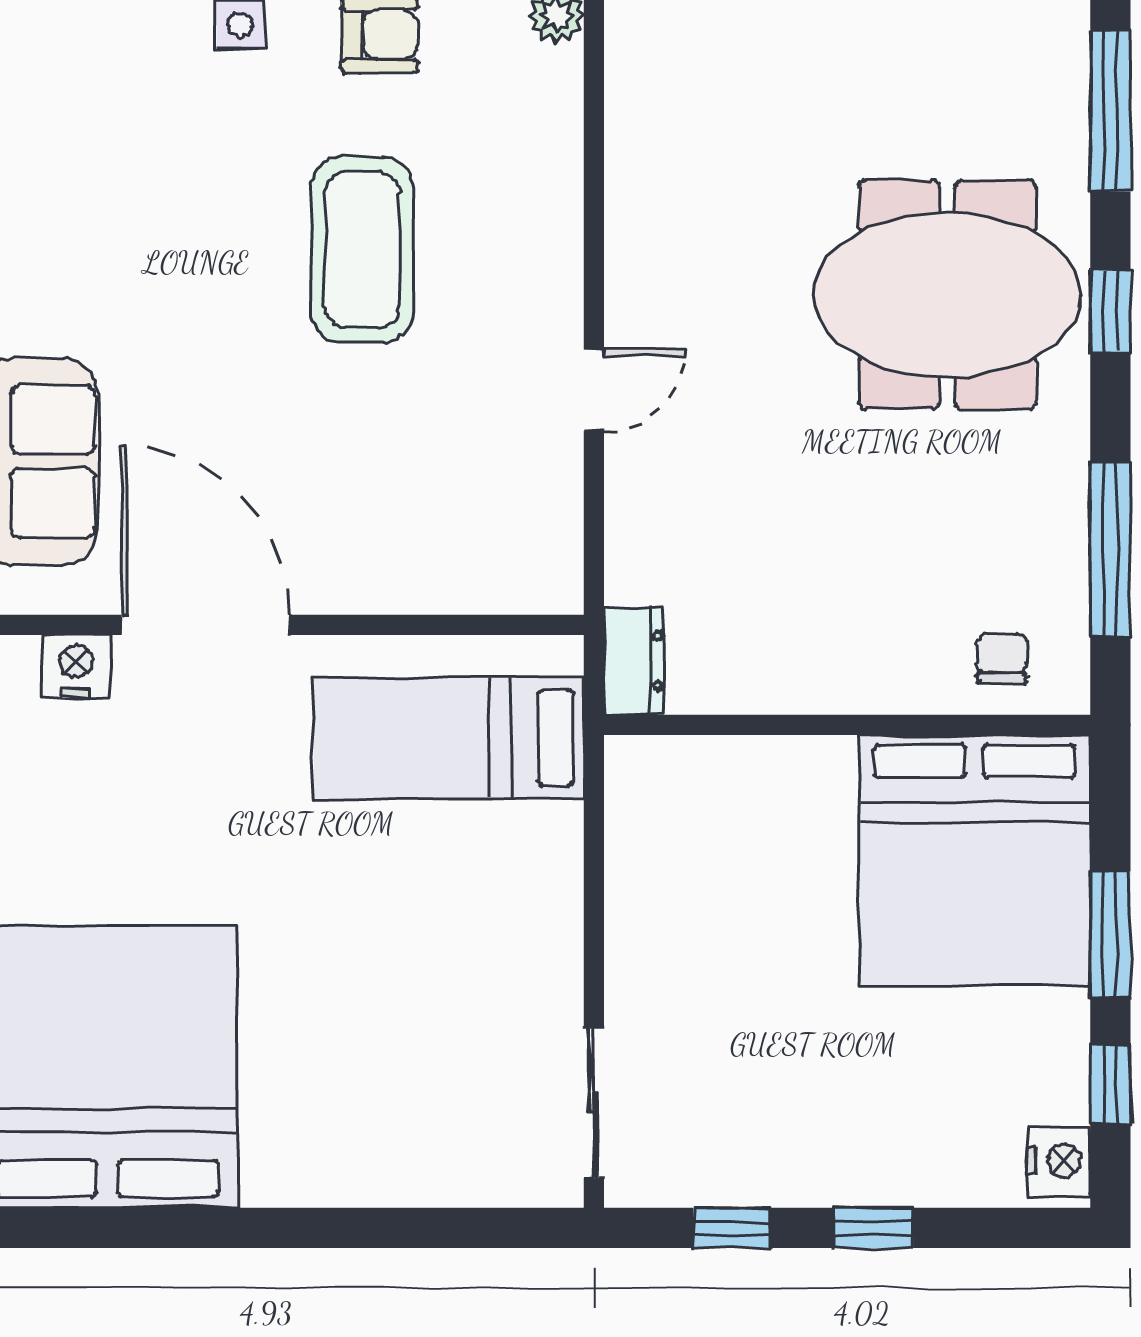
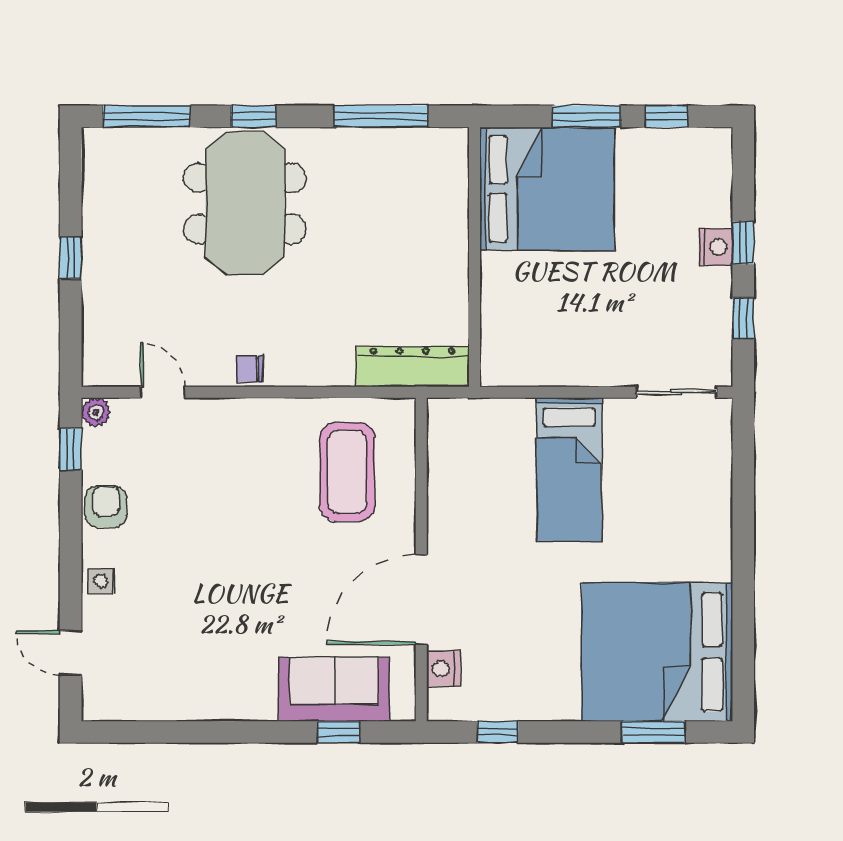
coffee table: (362, 250) -> (347, 472), moved, turned 90
door: (594, 390) -> (163, 392), moved
chair: (1002, 658) -> (249, 369), moved
dresser: (634, 661) -> (413, 367), width x1.96, depth x1.24
bed: (449, 738) -> (569, 470), moved
nightstand: (1059, 1161) -> (716, 247), moved, turned 90

